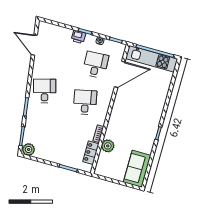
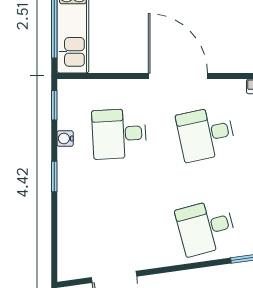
printer: (78, 37) -> (70, 187), removed
door: (120, 74) -> (178, 76), moved

